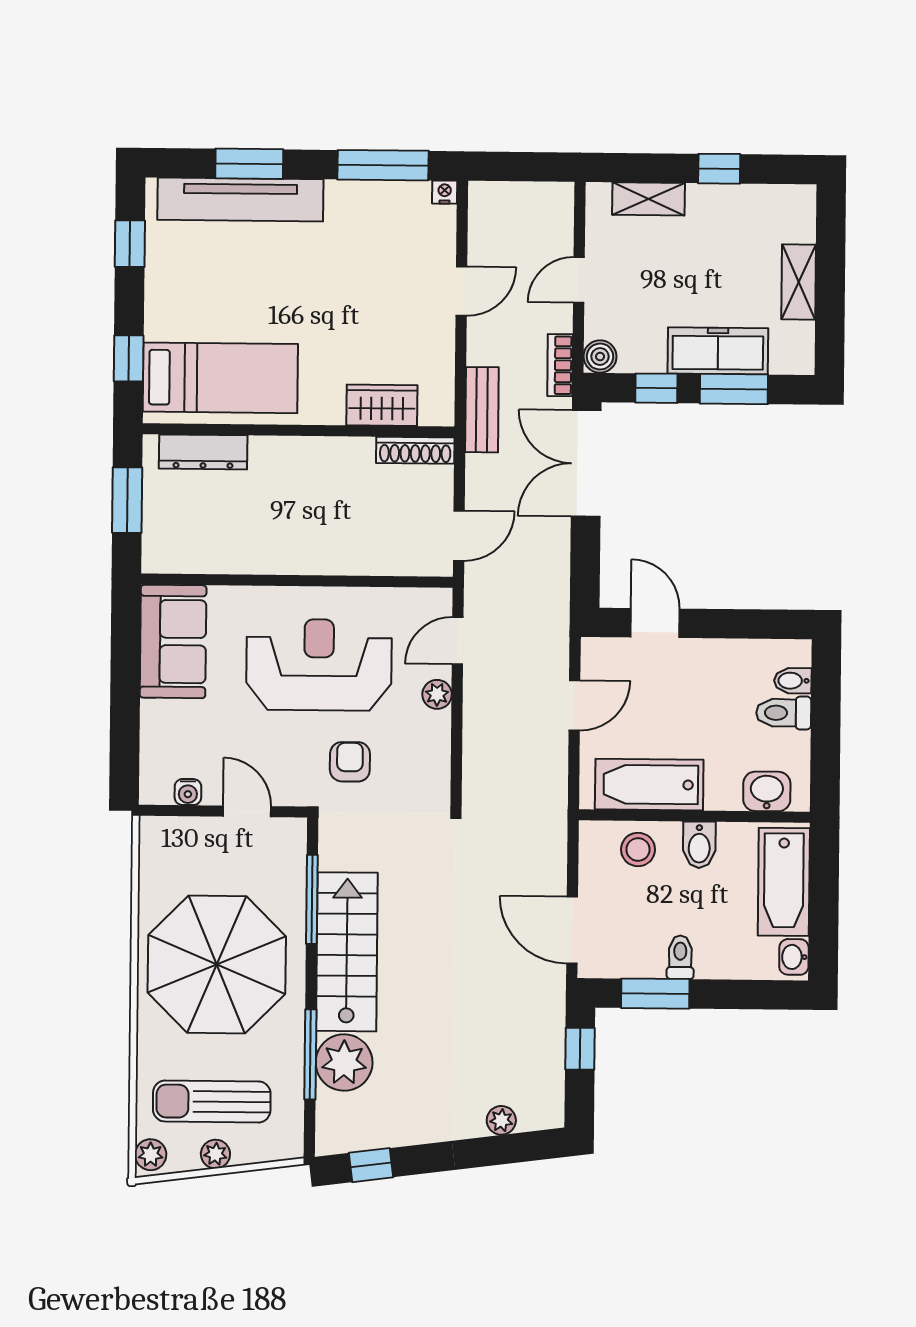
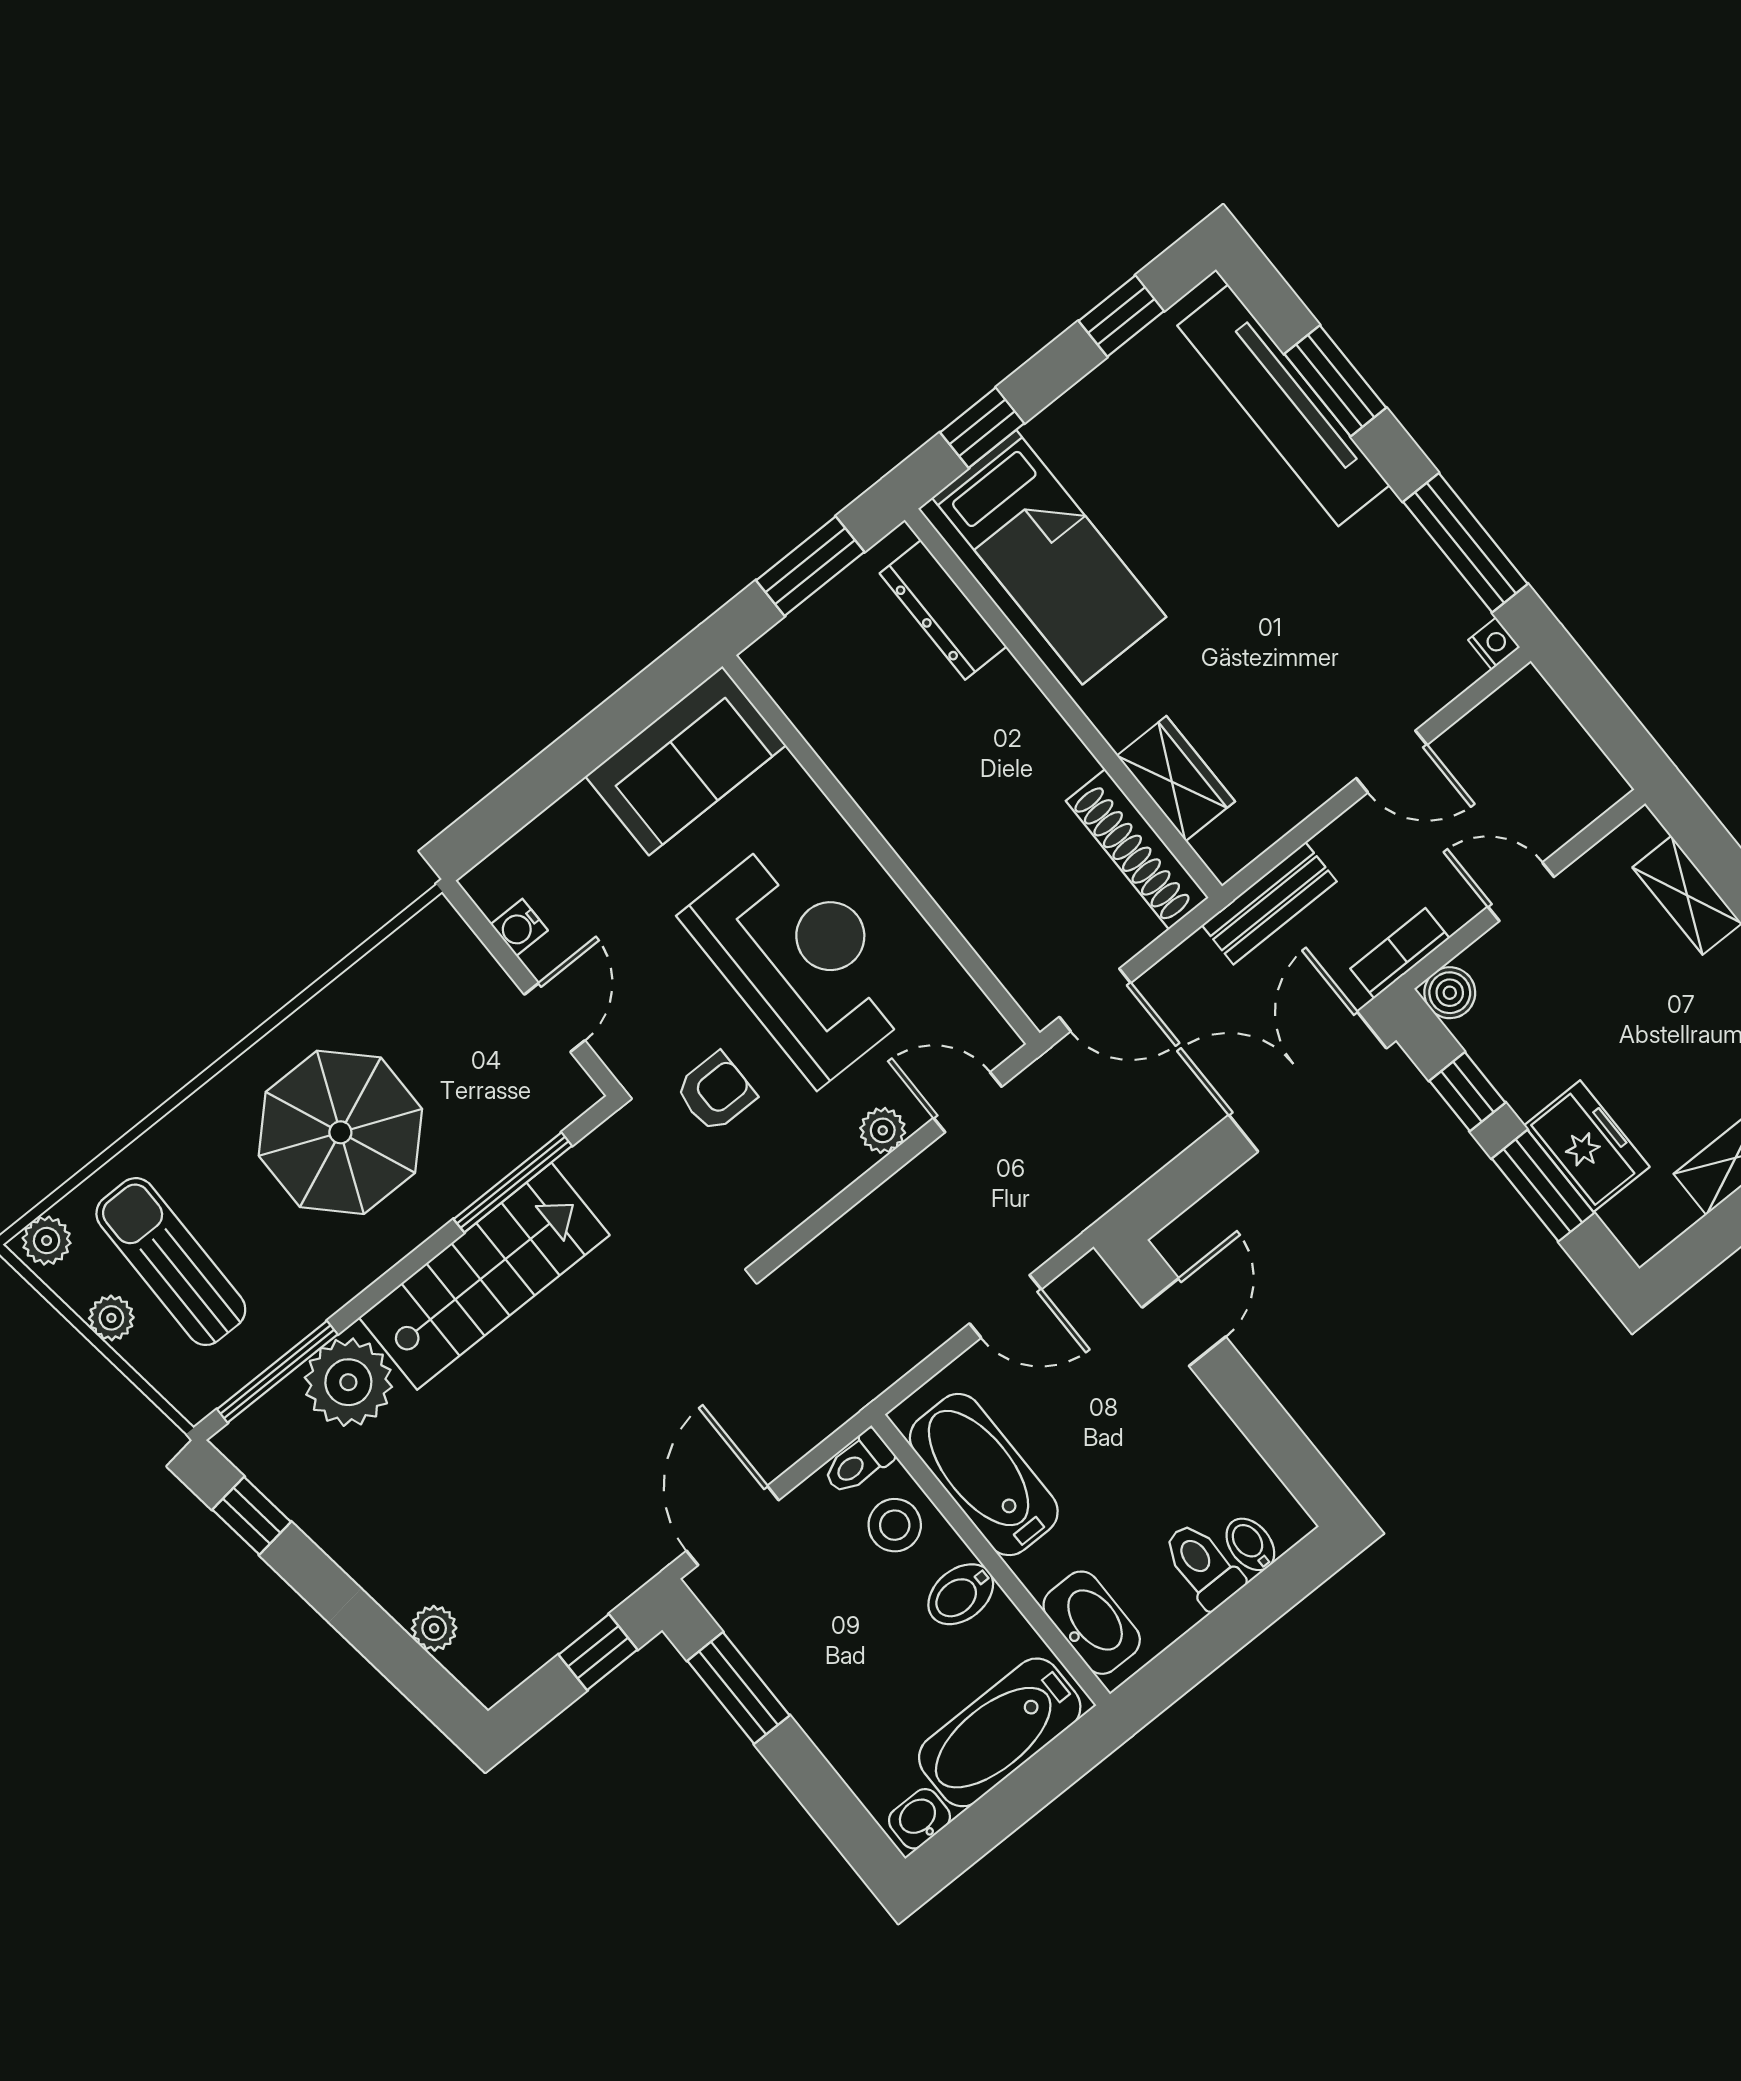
freezer: (718, 351) -> (1587, 1146), width x0.71
shoe rack: (415, 450) -> (1137, 849), width x1.36, depth x1.24
washbasin: (767, 791) -> (1092, 1623), width x1.38
toilet: (680, 957) -> (858, 1463), moved, turned 180
parasol: (217, 965) -> (340, 1132), width x0.73, depth x0.73
window: (310, 1054) -> (277, 1372), moved

